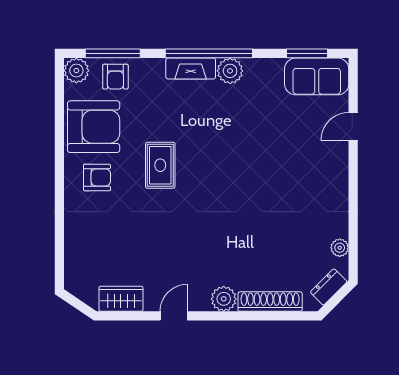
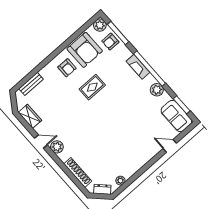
plant: (230, 71) -> (157, 90), moved
bench: (73, 254) -> (31, 84), added
plant: (224, 299) -> (57, 147), moved

